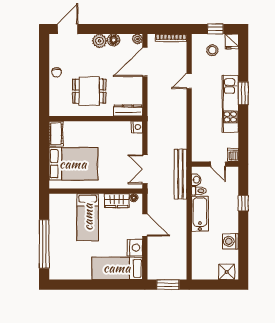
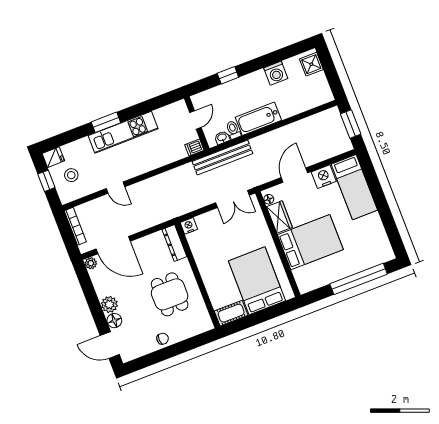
floor lamp: (114, 40) -> (114, 321), moved
dishwasher: (233, 155) -> (194, 147), moved
bed: (88, 217) -> (310, 242), width x1.50

